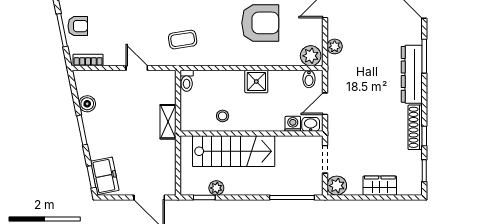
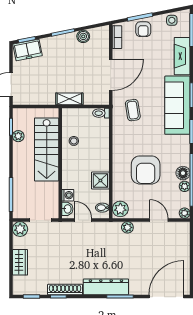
door: (137, 68) -> (111, 75), width x1.87
shower: (256, 81) -> (100, 181), moved

